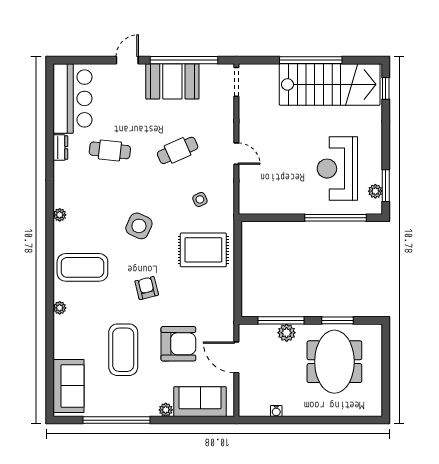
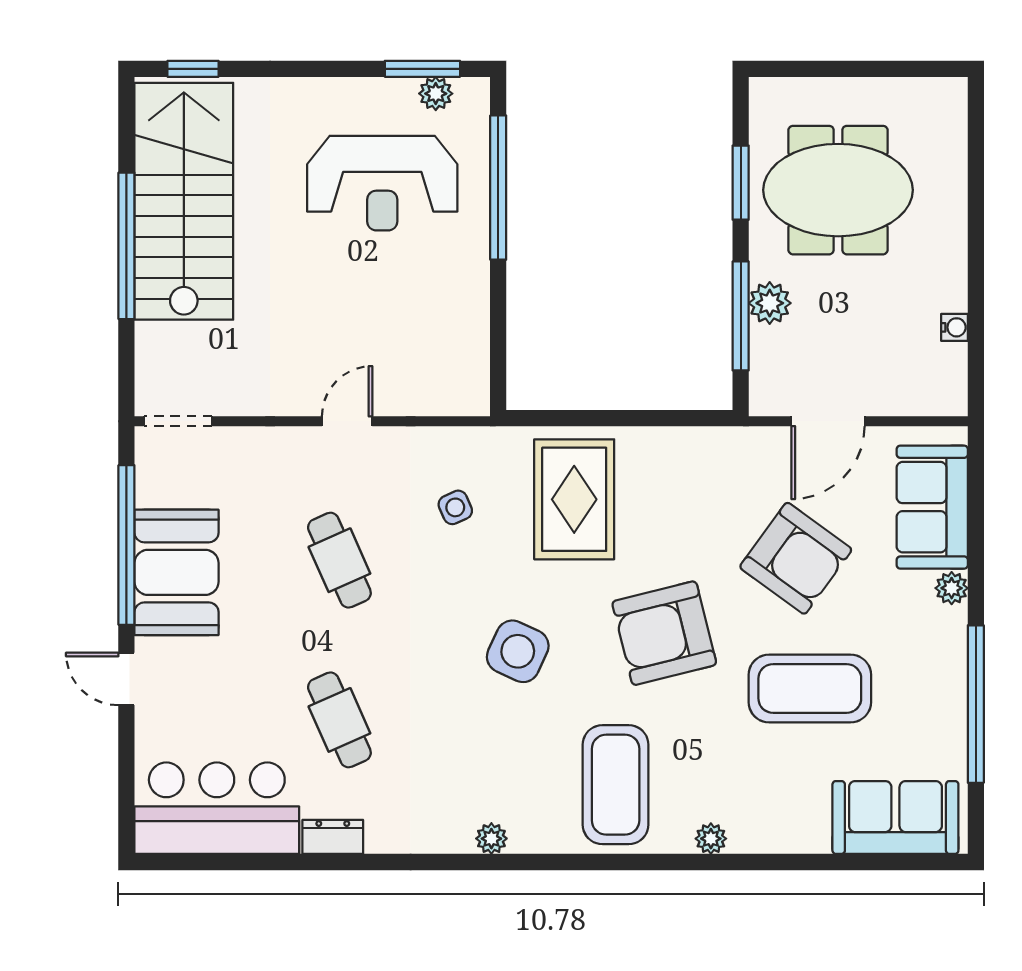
cafe table: (110, 150) -> (339, 720), turned -30
armchair: (147, 288) -> (664, 633), width x1.88, depth x1.88
armchair: (178, 344) -> (796, 558), turned 126

